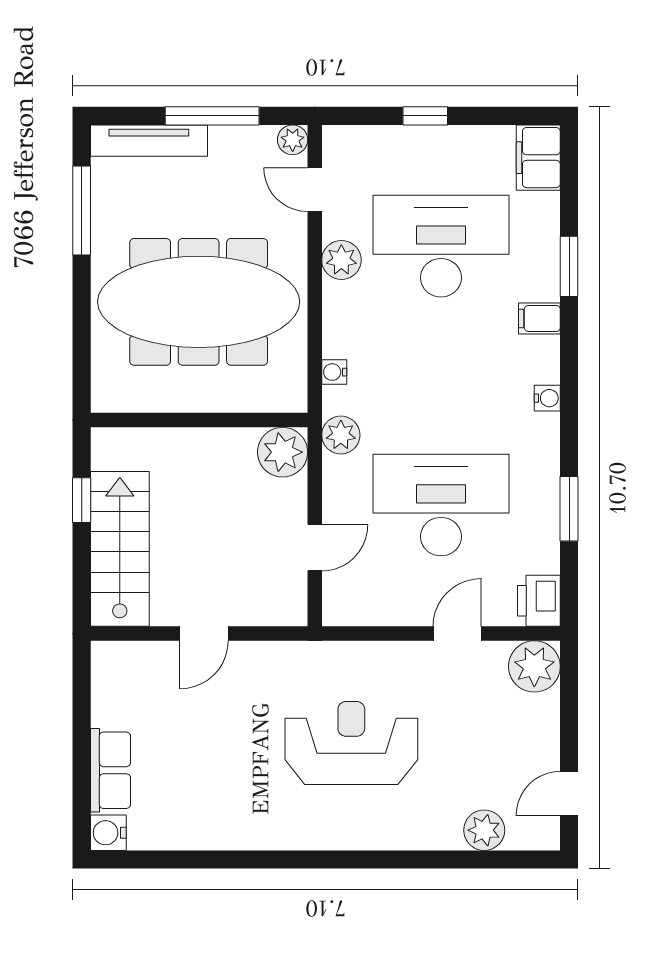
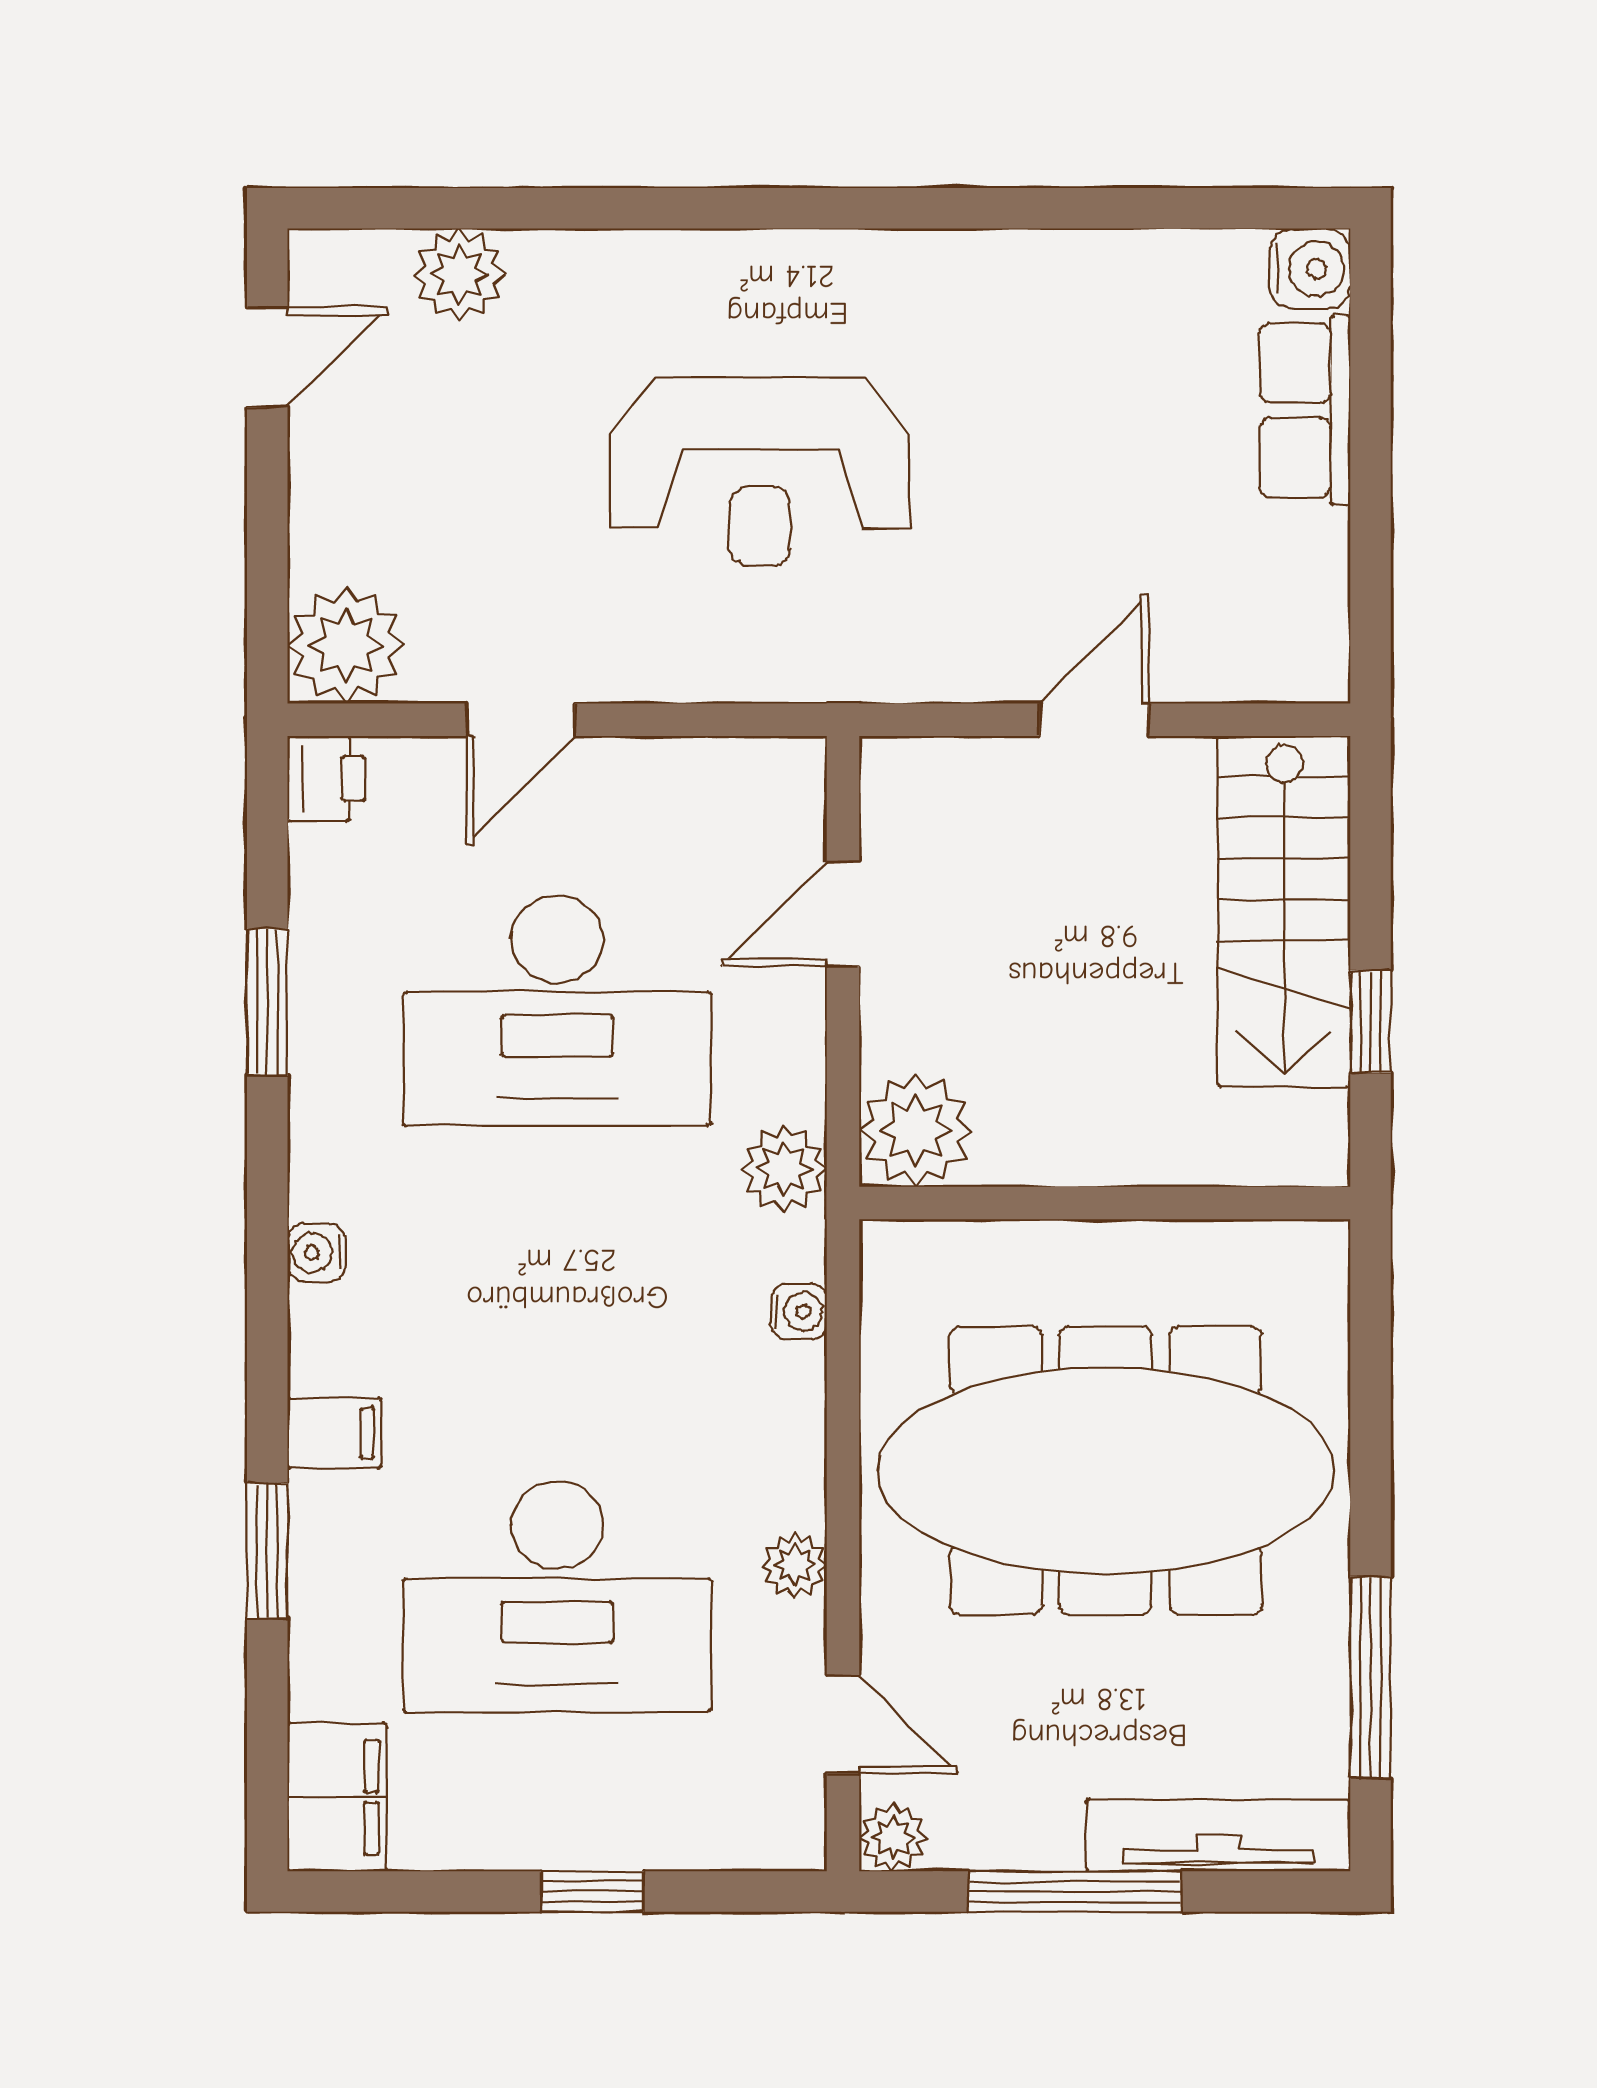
plant: (341, 260) -> (795, 1565), width x0.73, depth x0.73
printer: (539, 601) -> (326, 778), width x0.73, depth x0.81

